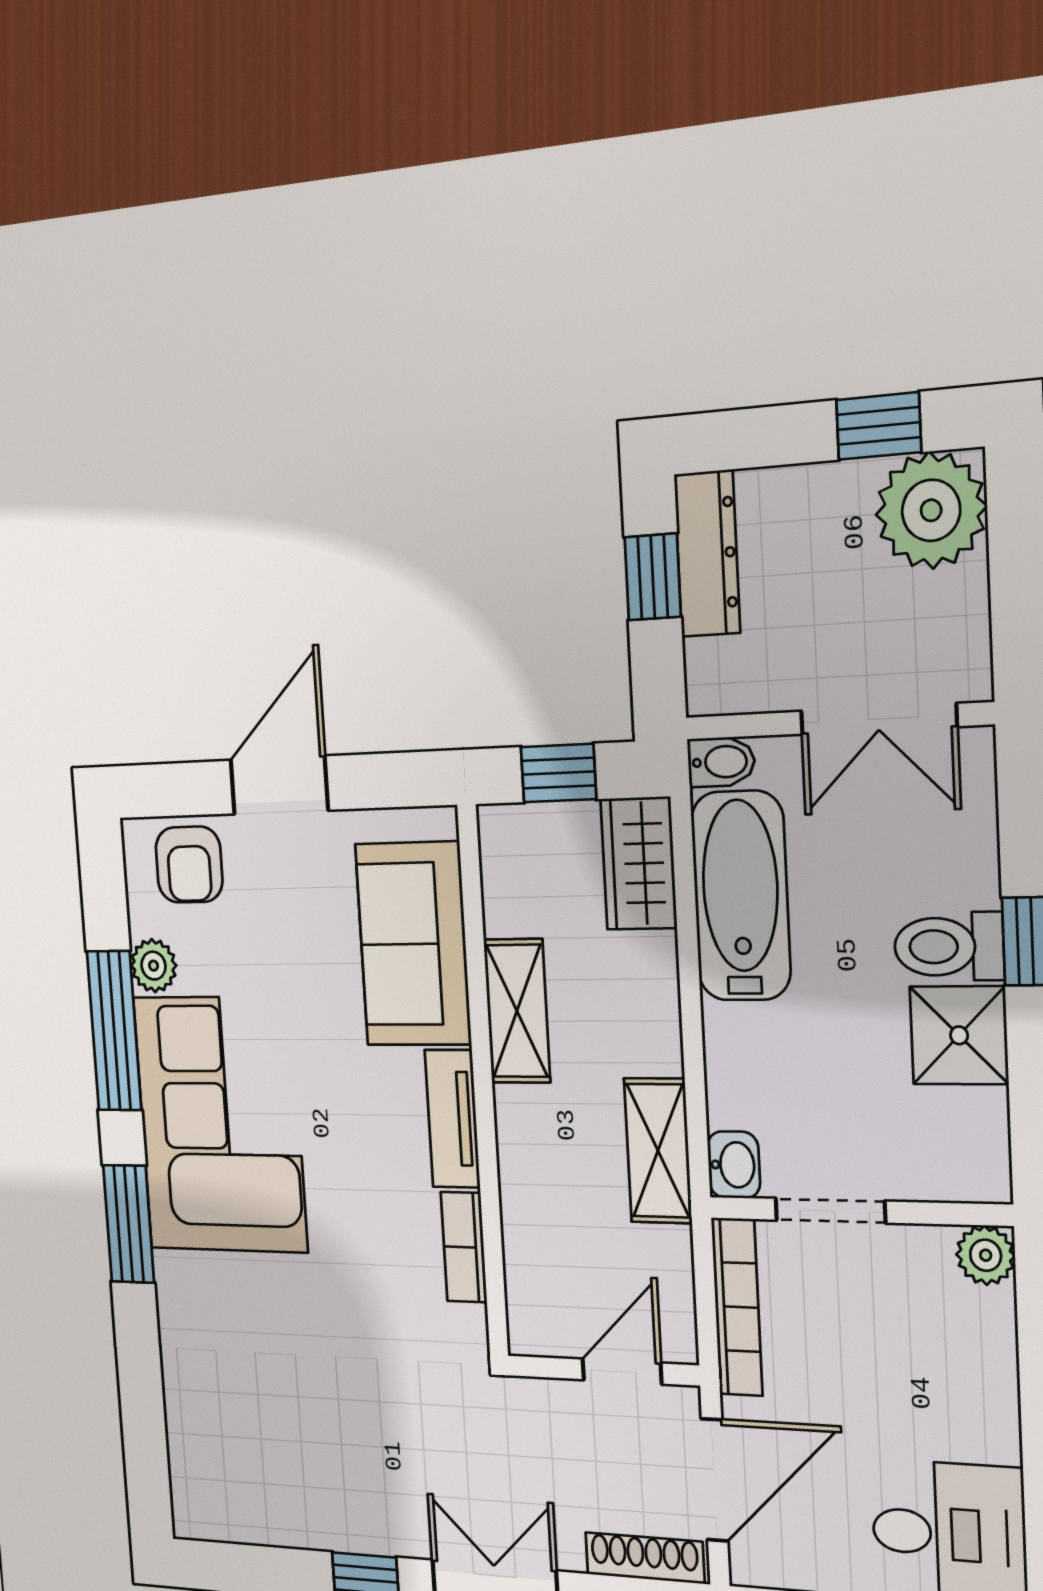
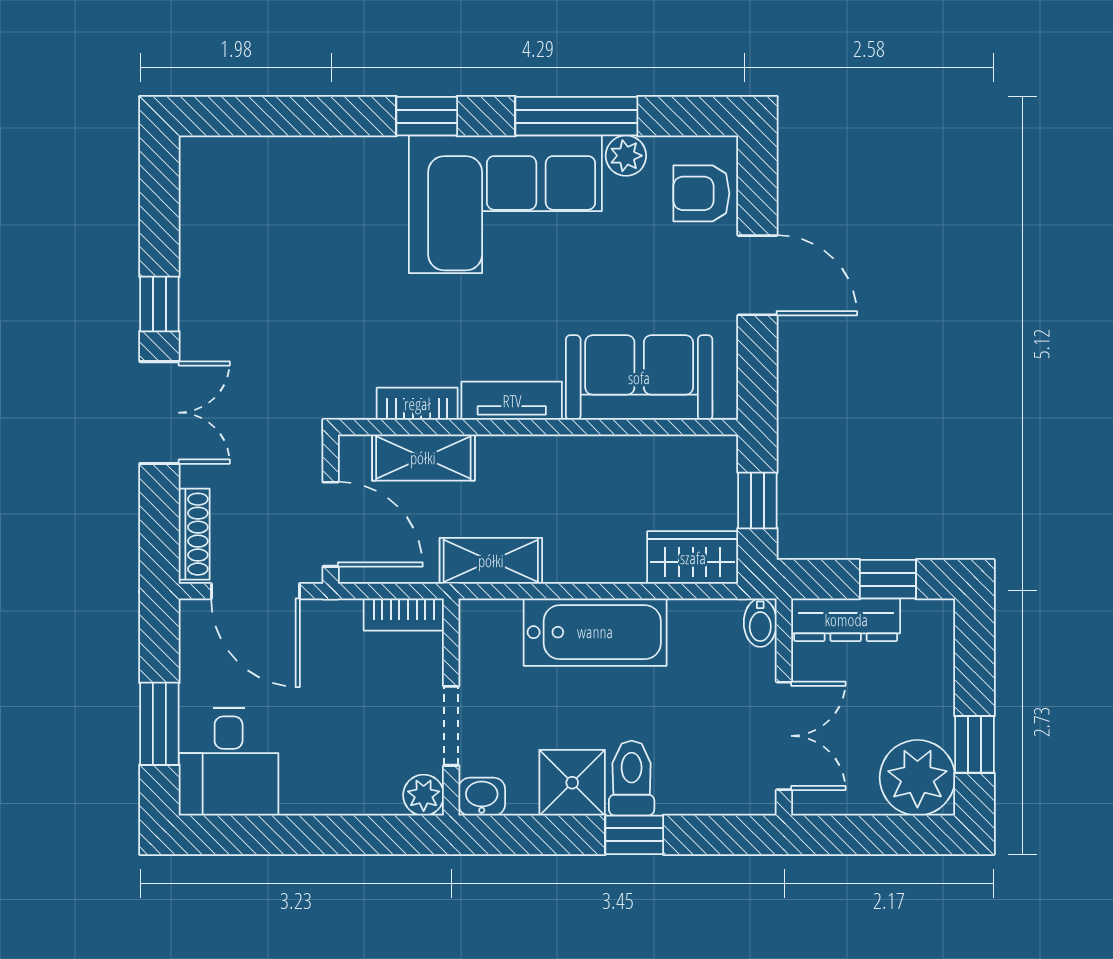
dresser: (707, 554) -> (846, 620), moved
double door: (878, 719) -> (784, 736), swing flipped
bathtub: (741, 896) -> (595, 632), moved
shelving: (517, 1011) -> (423, 458), moved
washbasin: (734, 1165) -> (482, 797), moved, turned 180
doorway: (830, 1211) -> (451, 726), moved
window: (129, 1224) -> (427, 116), width x0.67
bookcase: (737, 1307) -> (404, 615), width x0.64
door: (622, 1371) -> (331, 524), width x1.38

